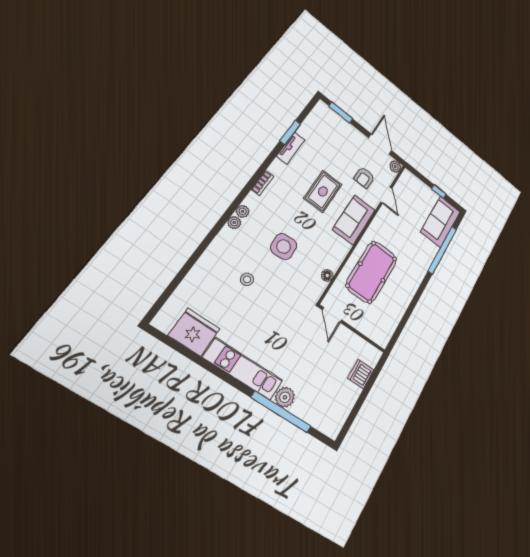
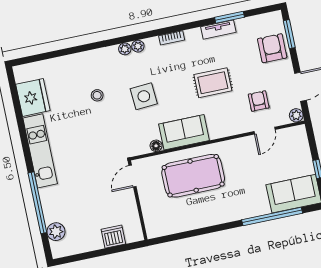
armchair: (339, 132) -> (272, 48), added
armchair: (364, 178) -> (259, 101), turned 90
sofa: (354, 220) -> (184, 132), moved
plant: (285, 397) -> (56, 232), moved

